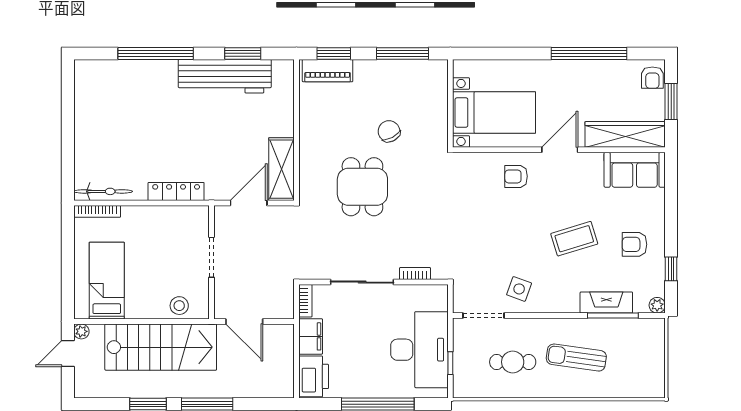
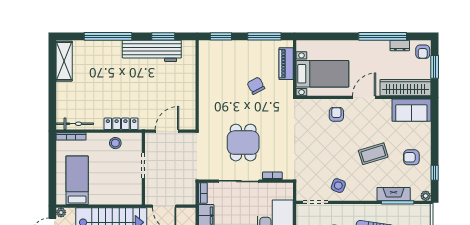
dresser: (616, 68) -> (400, 46), added
piano: (328, 71) -> (286, 64), moved, turned 90
shelving: (281, 169) -> (64, 61), moved
armchair: (516, 176) -> (336, 114), turned 90
dining table: (362, 187) -> (243, 143), moved
stool: (179, 306) -> (115, 143), moved

